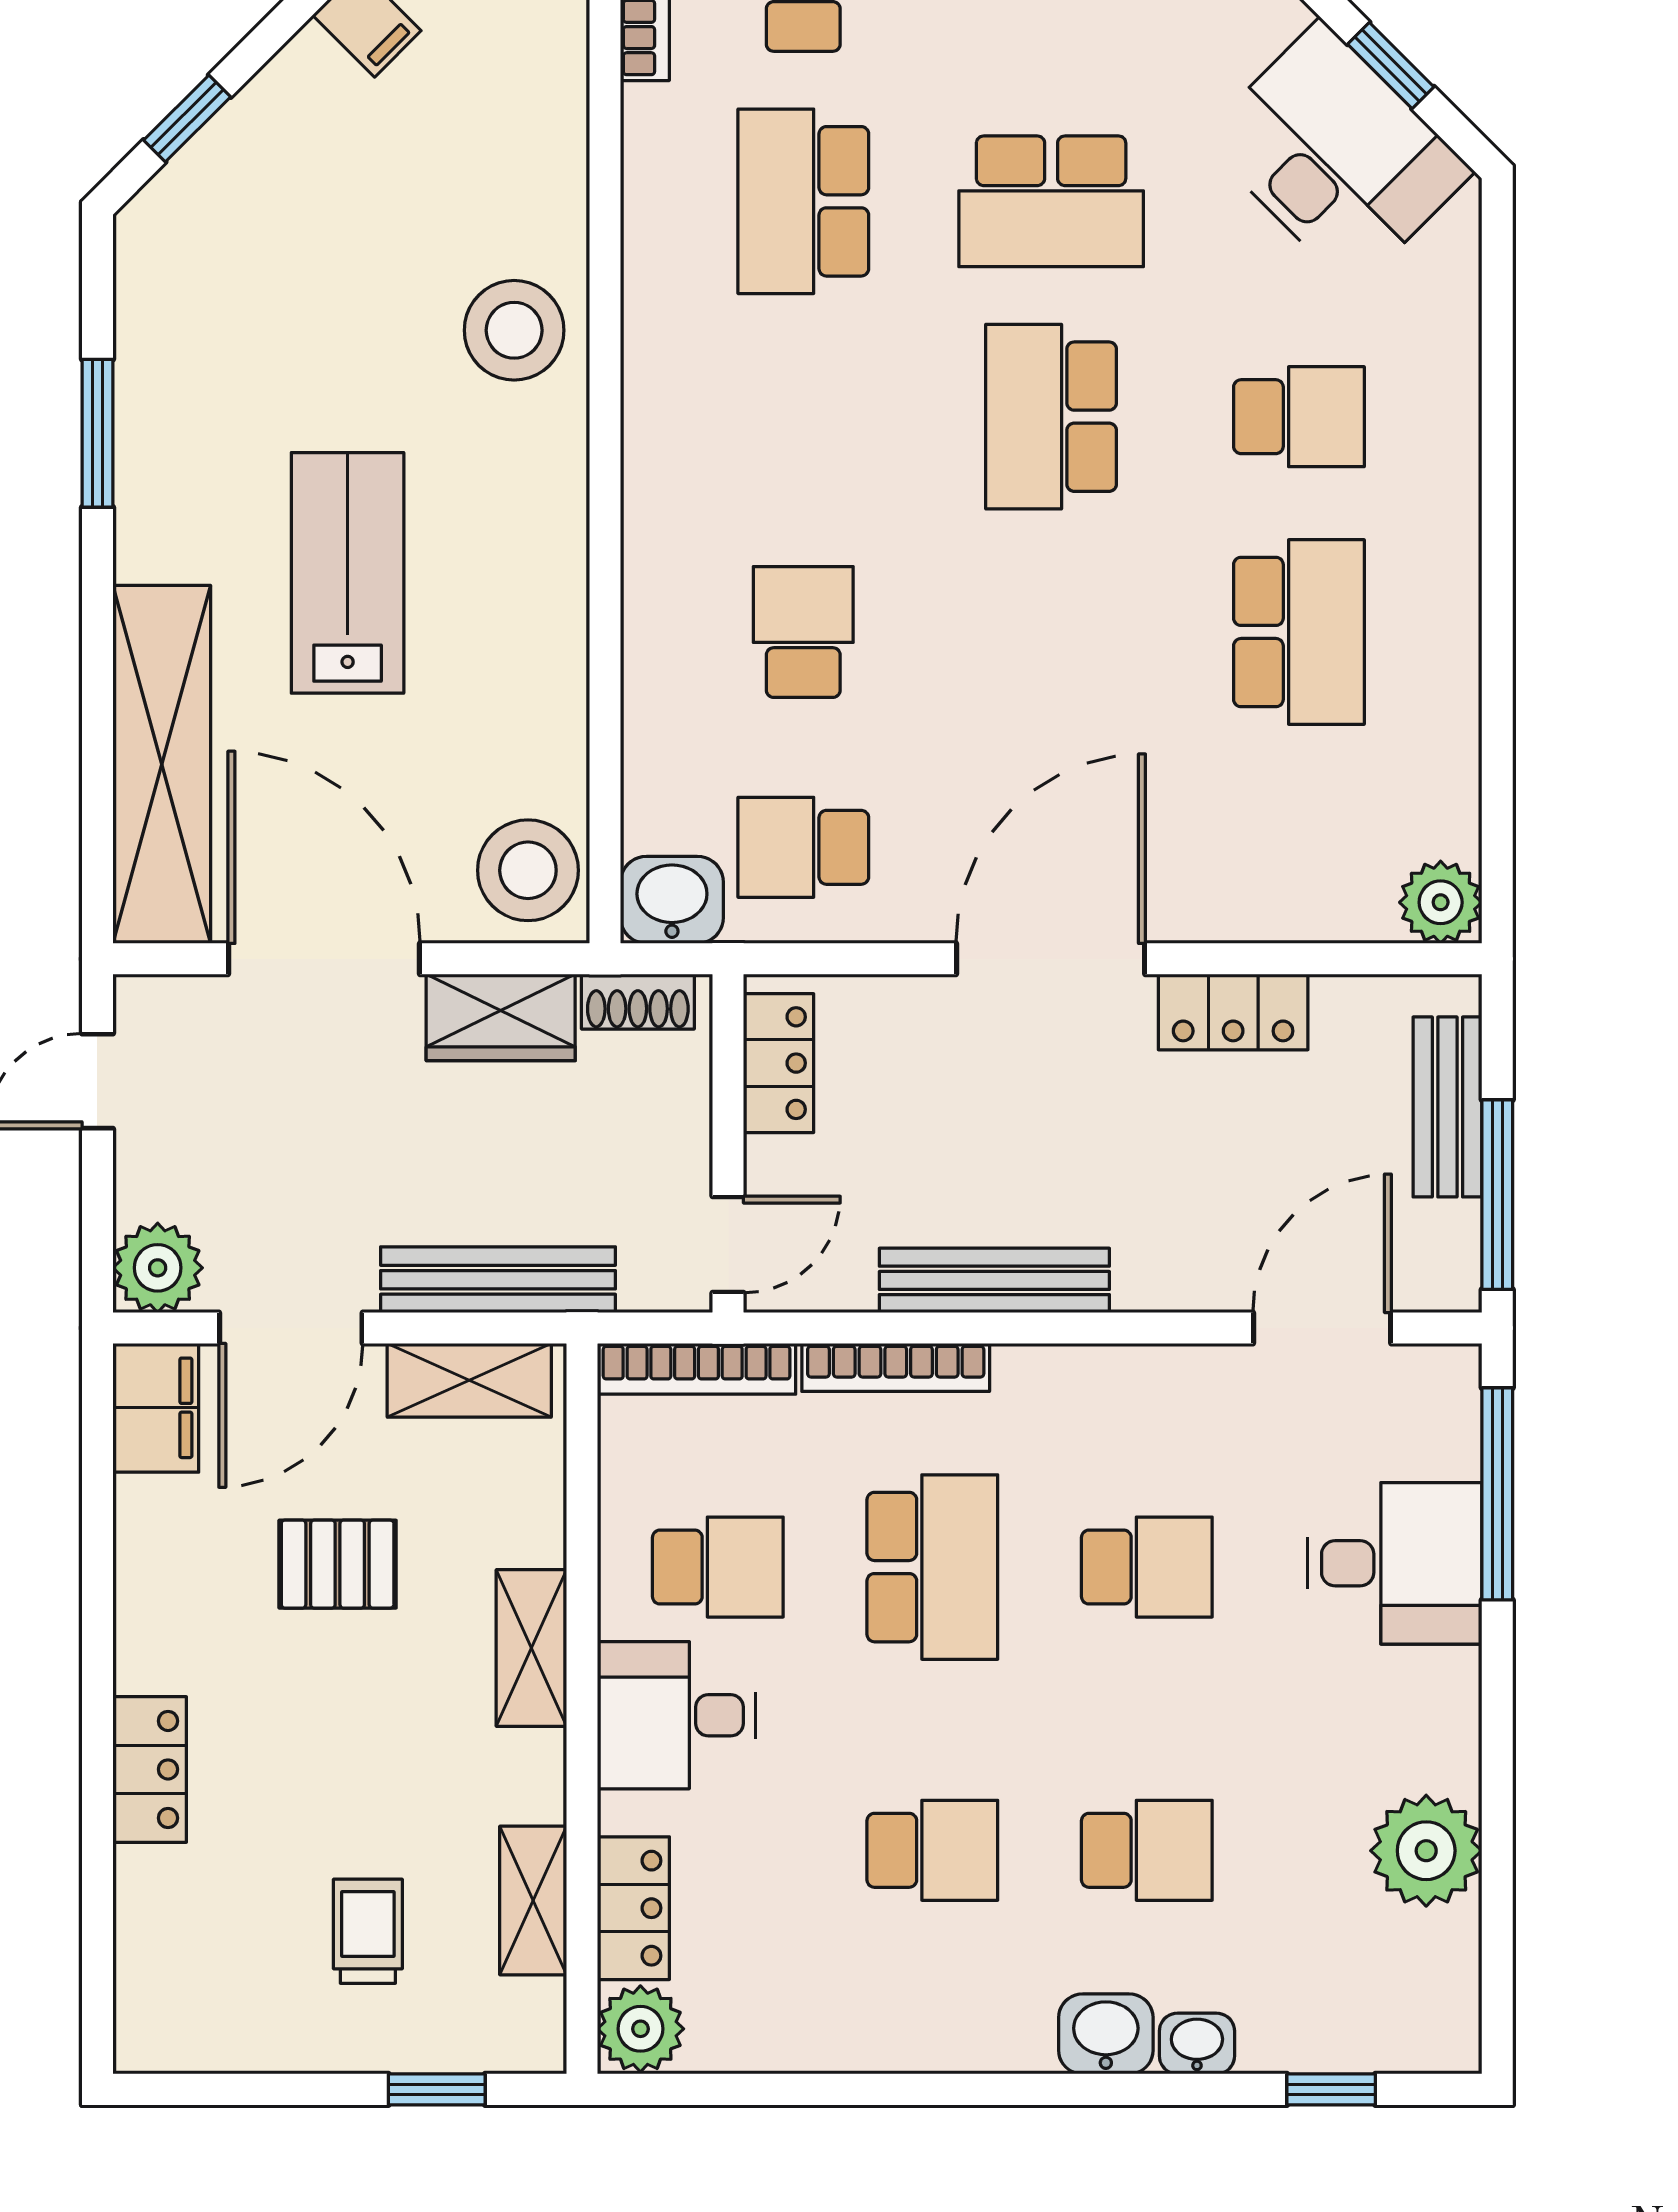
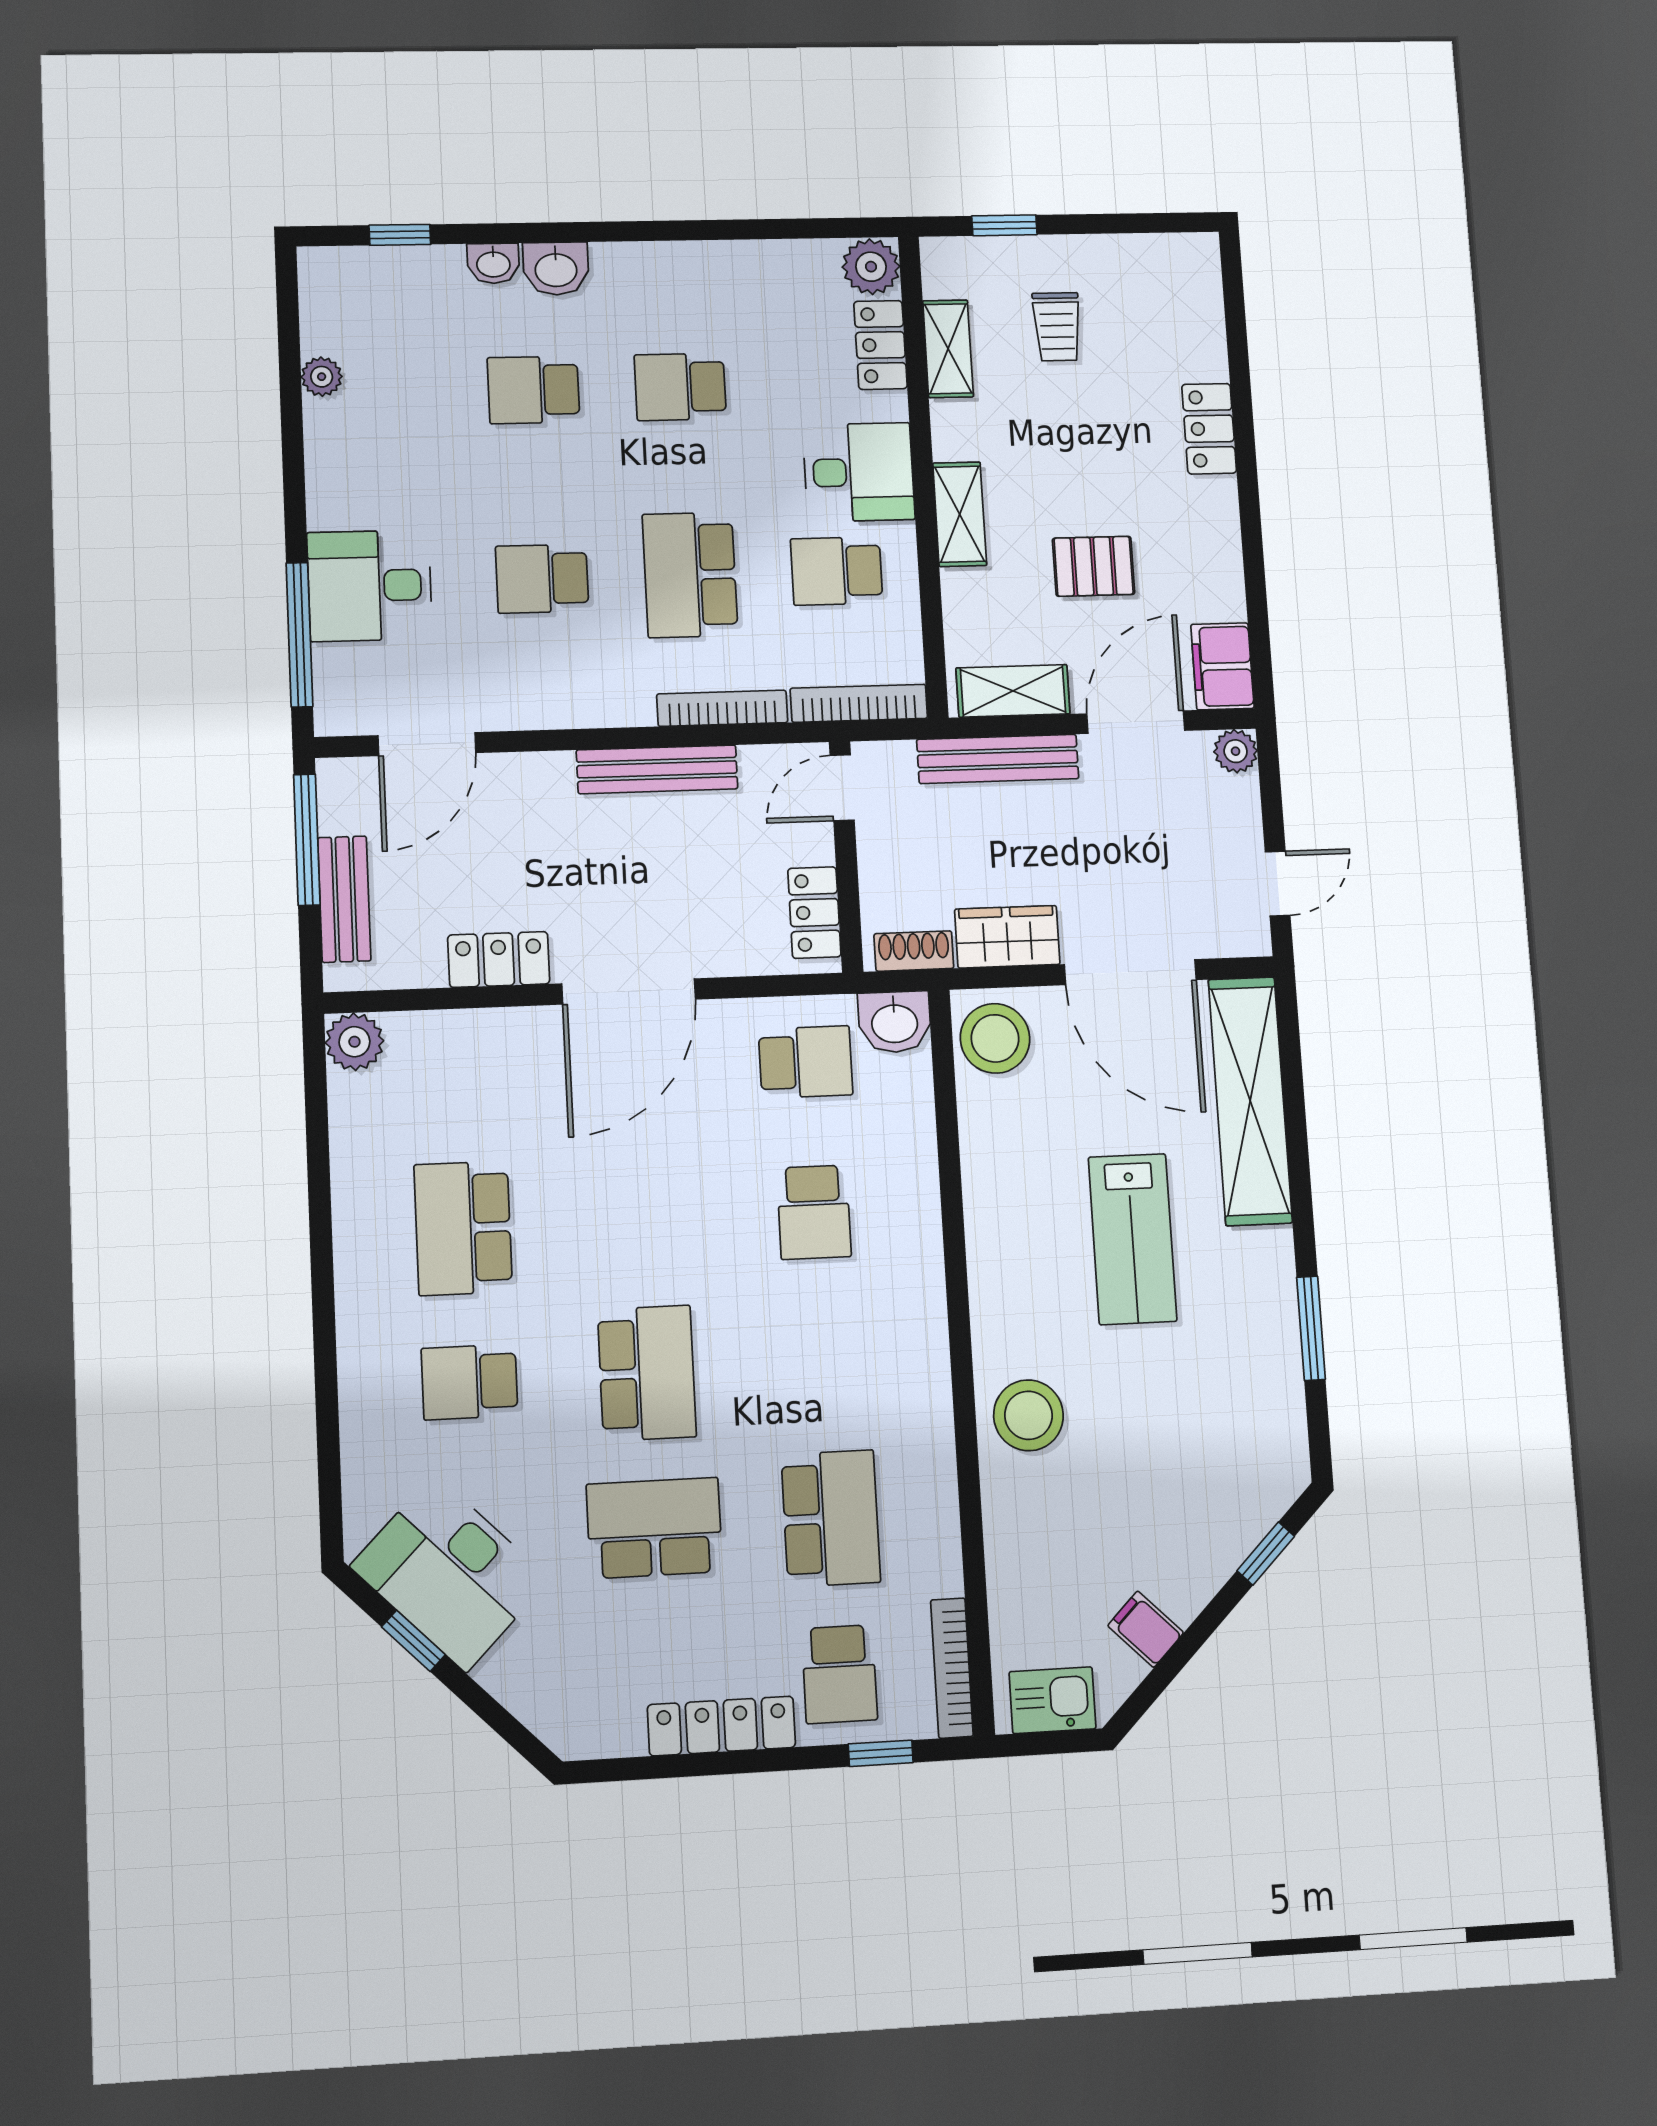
plant: (158, 1268) -> (1236, 751), width x0.73, depth x0.73
plant: (1426, 1851) -> (322, 377), width x0.53, depth x0.53

